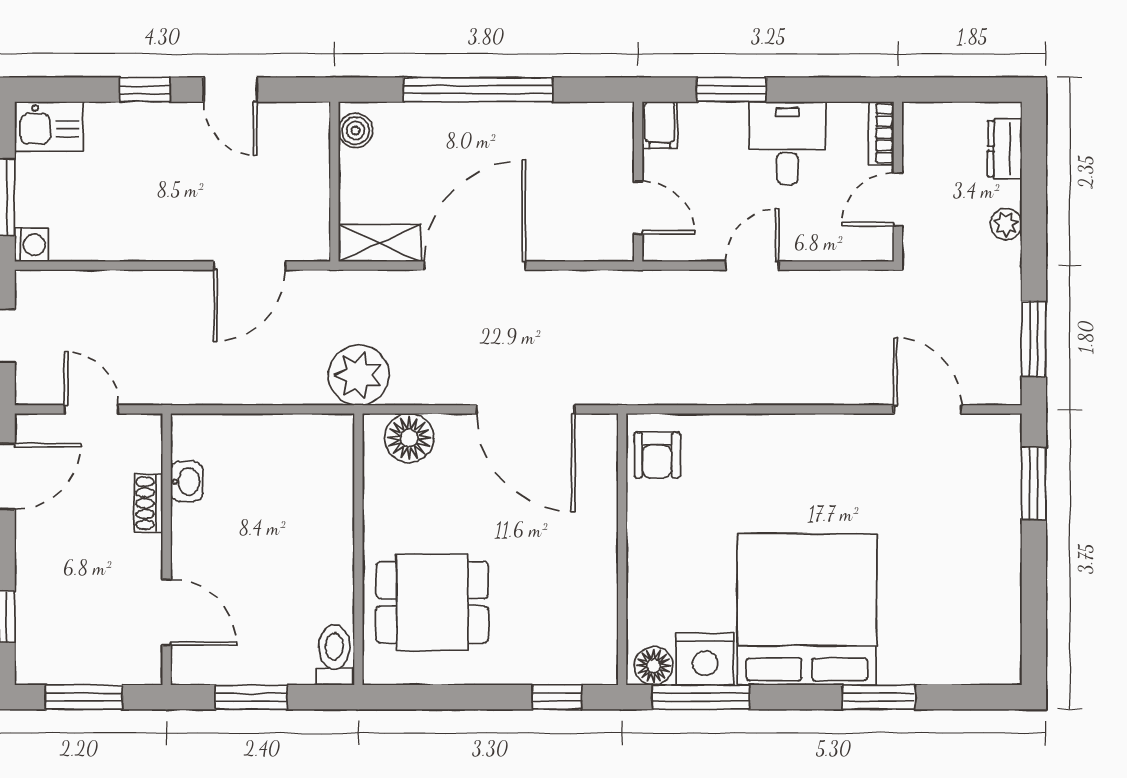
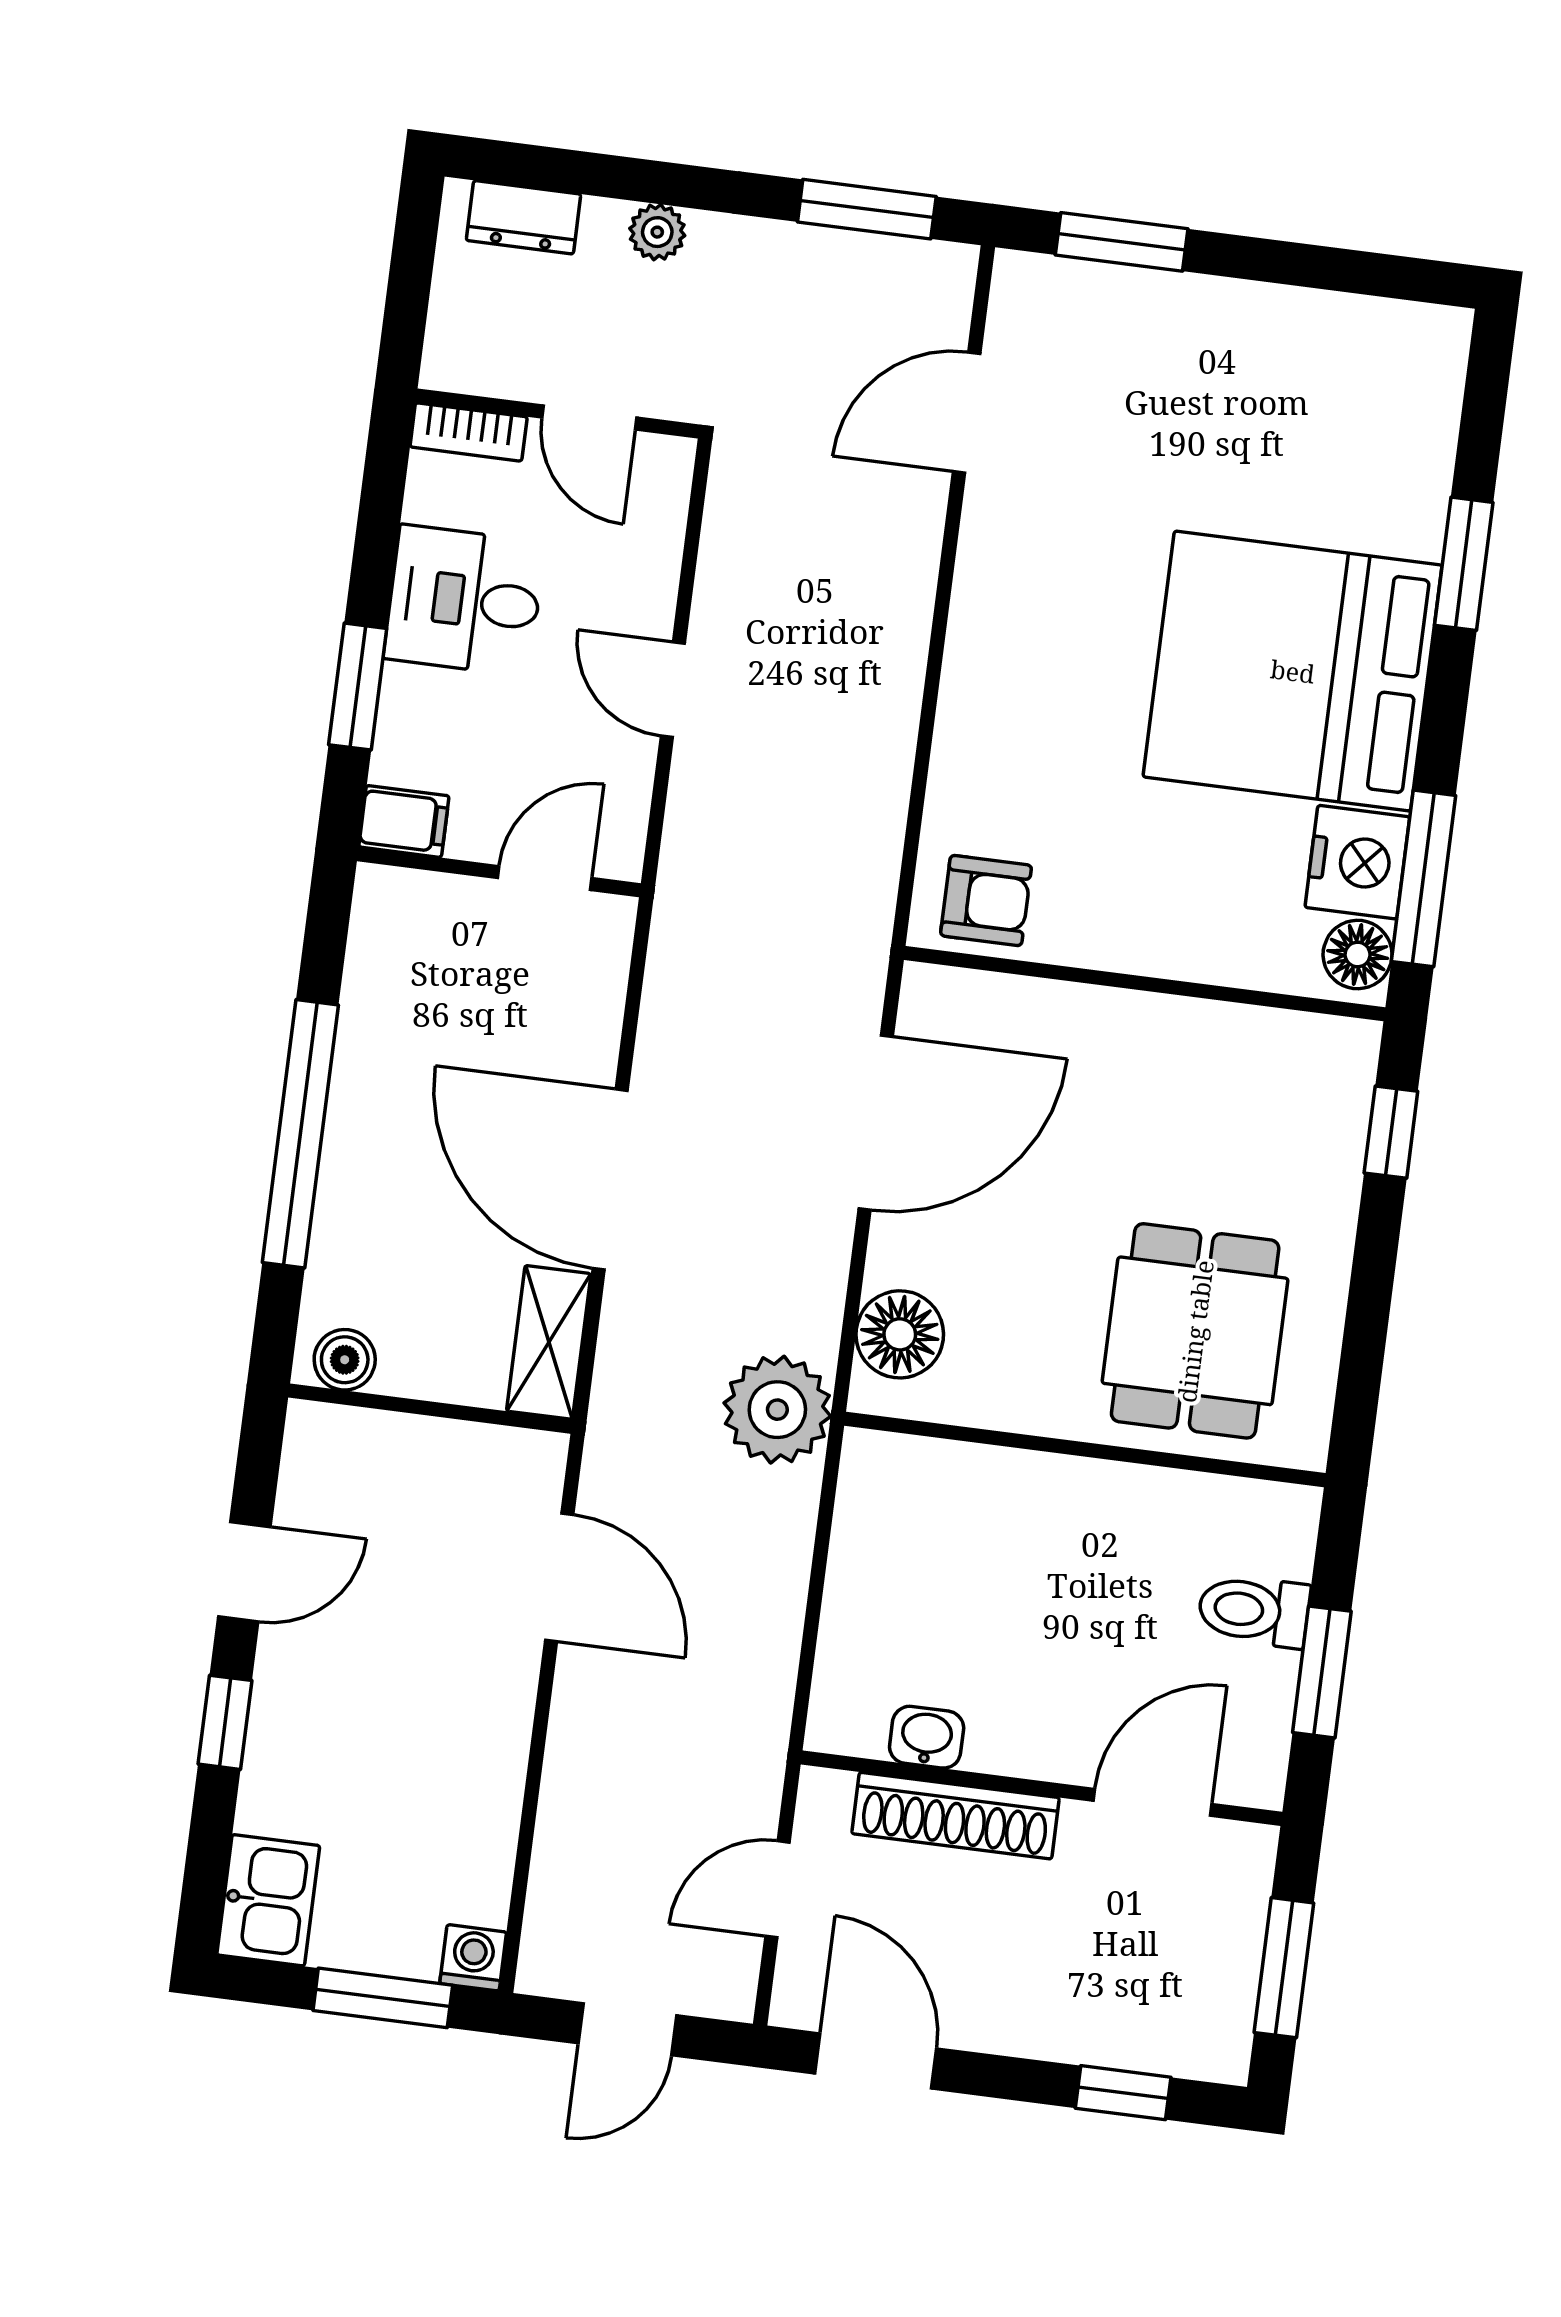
shoe rack: (148, 503) -> (955, 1816), width x1.94, depth x1.24
toilet: (334, 655) -> (1254, 1611), moved

